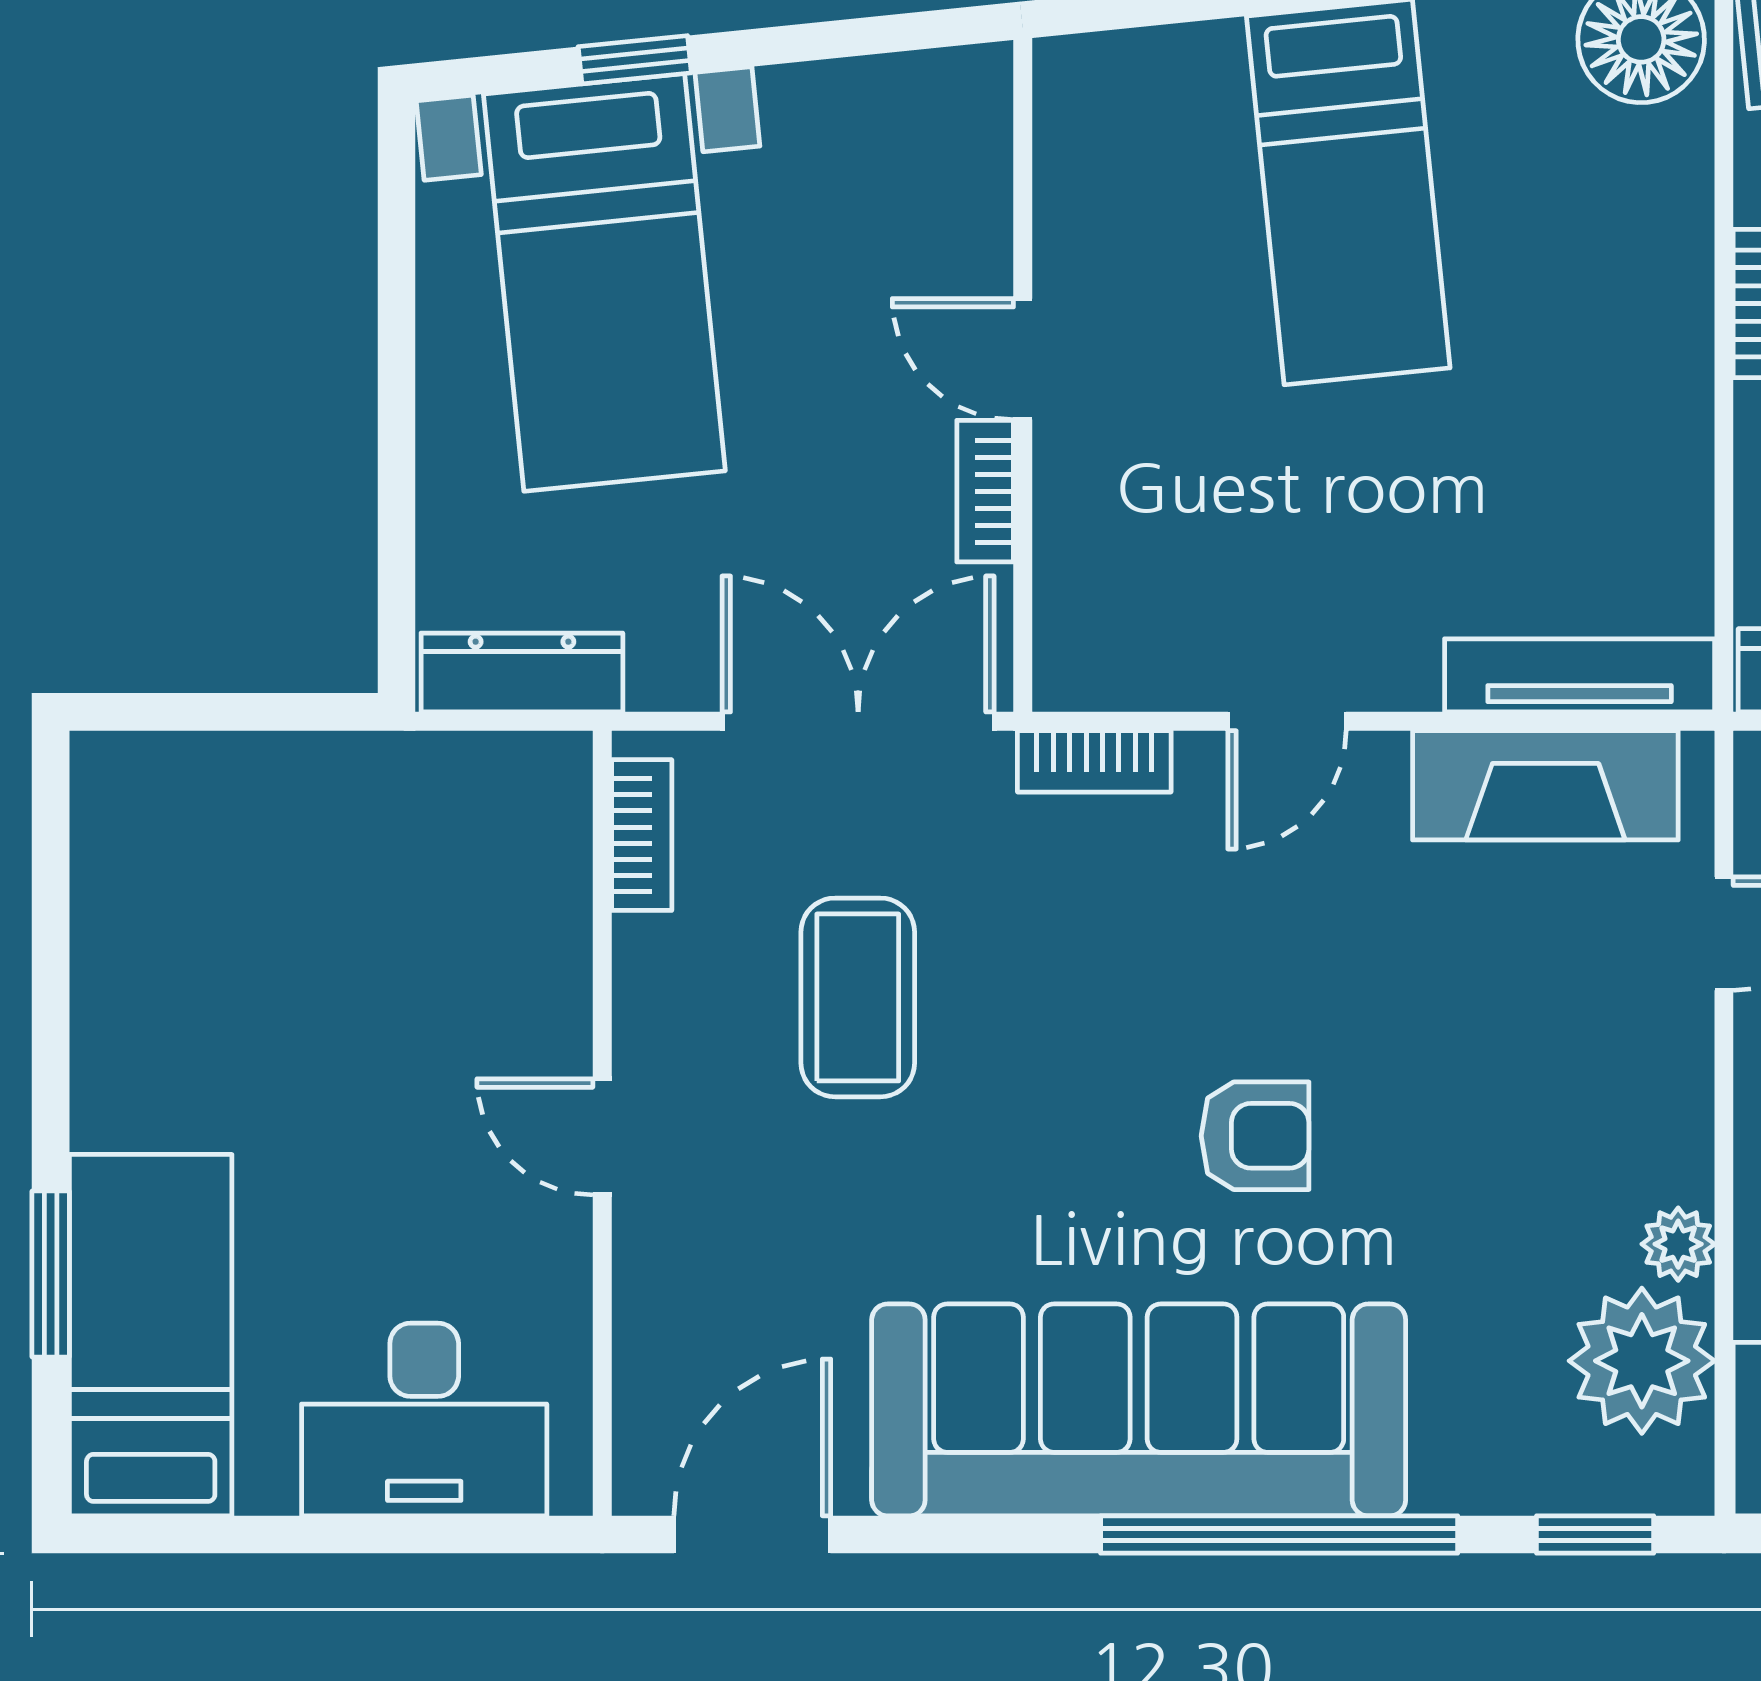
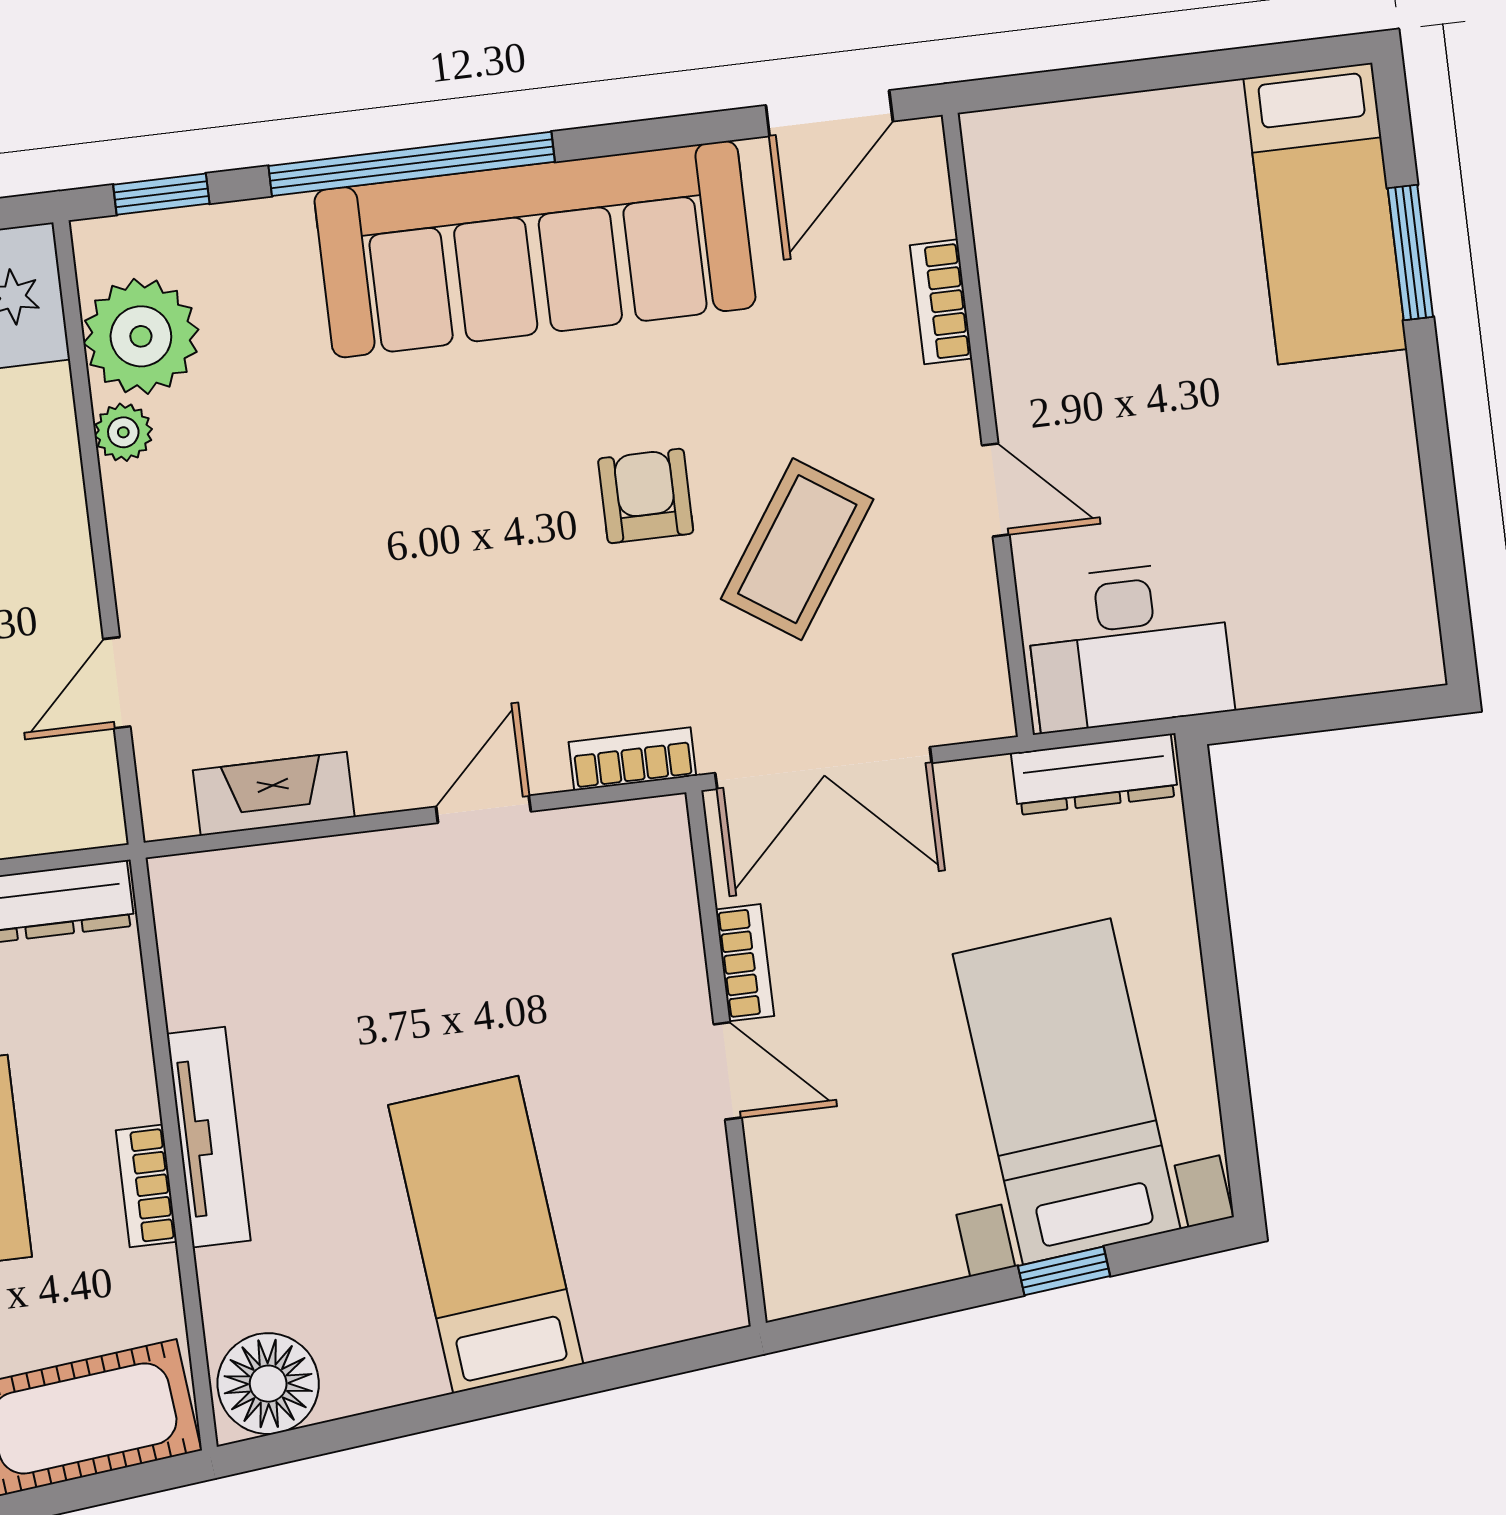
tv unit: (1580, 675) -> (209, 1137), moved, turned -90
fireplace: (1545, 785) -> (274, 794), width x0.73, depth x0.76
bookcase: (642, 835) -> (941, 302), moved
coffee table: (858, 997) -> (797, 549), turned 34
armchair: (1255, 1136) -> (646, 496), moved, turned 90
door: (602, 1137) -> (996, 490), moved
desk: (424, 1420) -> (1129, 646), moved, turned 180

